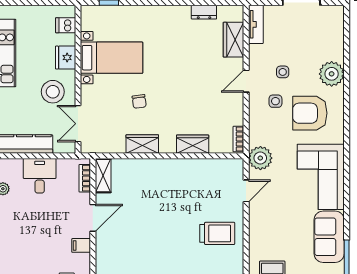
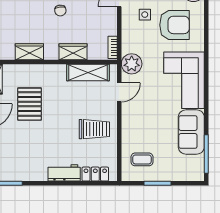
chair: (139, 101) -> (60, 11), moved
armchair: (310, 113) -> (175, 25), turned 180
shelving: (210, 168) -> (88, 73), added
pallet: (142, 204) -> (30, 104), added

